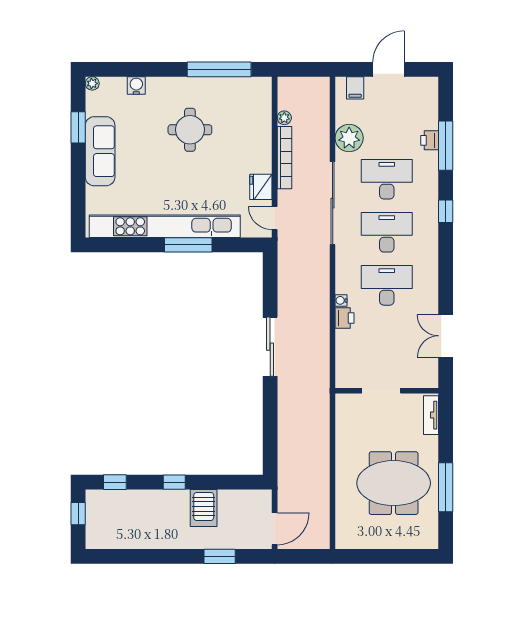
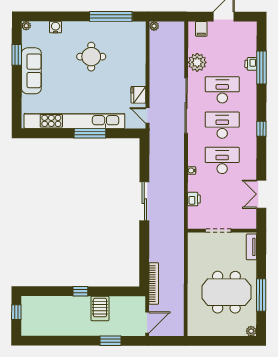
plant: (284, 118) -> (154, 26), moved
bookcase: (284, 158) -> (154, 283), moved
window: (446, 211) -> (261, 129), moved
printer: (345, 318) -> (194, 199), moved
window: (115, 482) -> (41, 291), removed
plant: (431, 542) -> (251, 331), added

